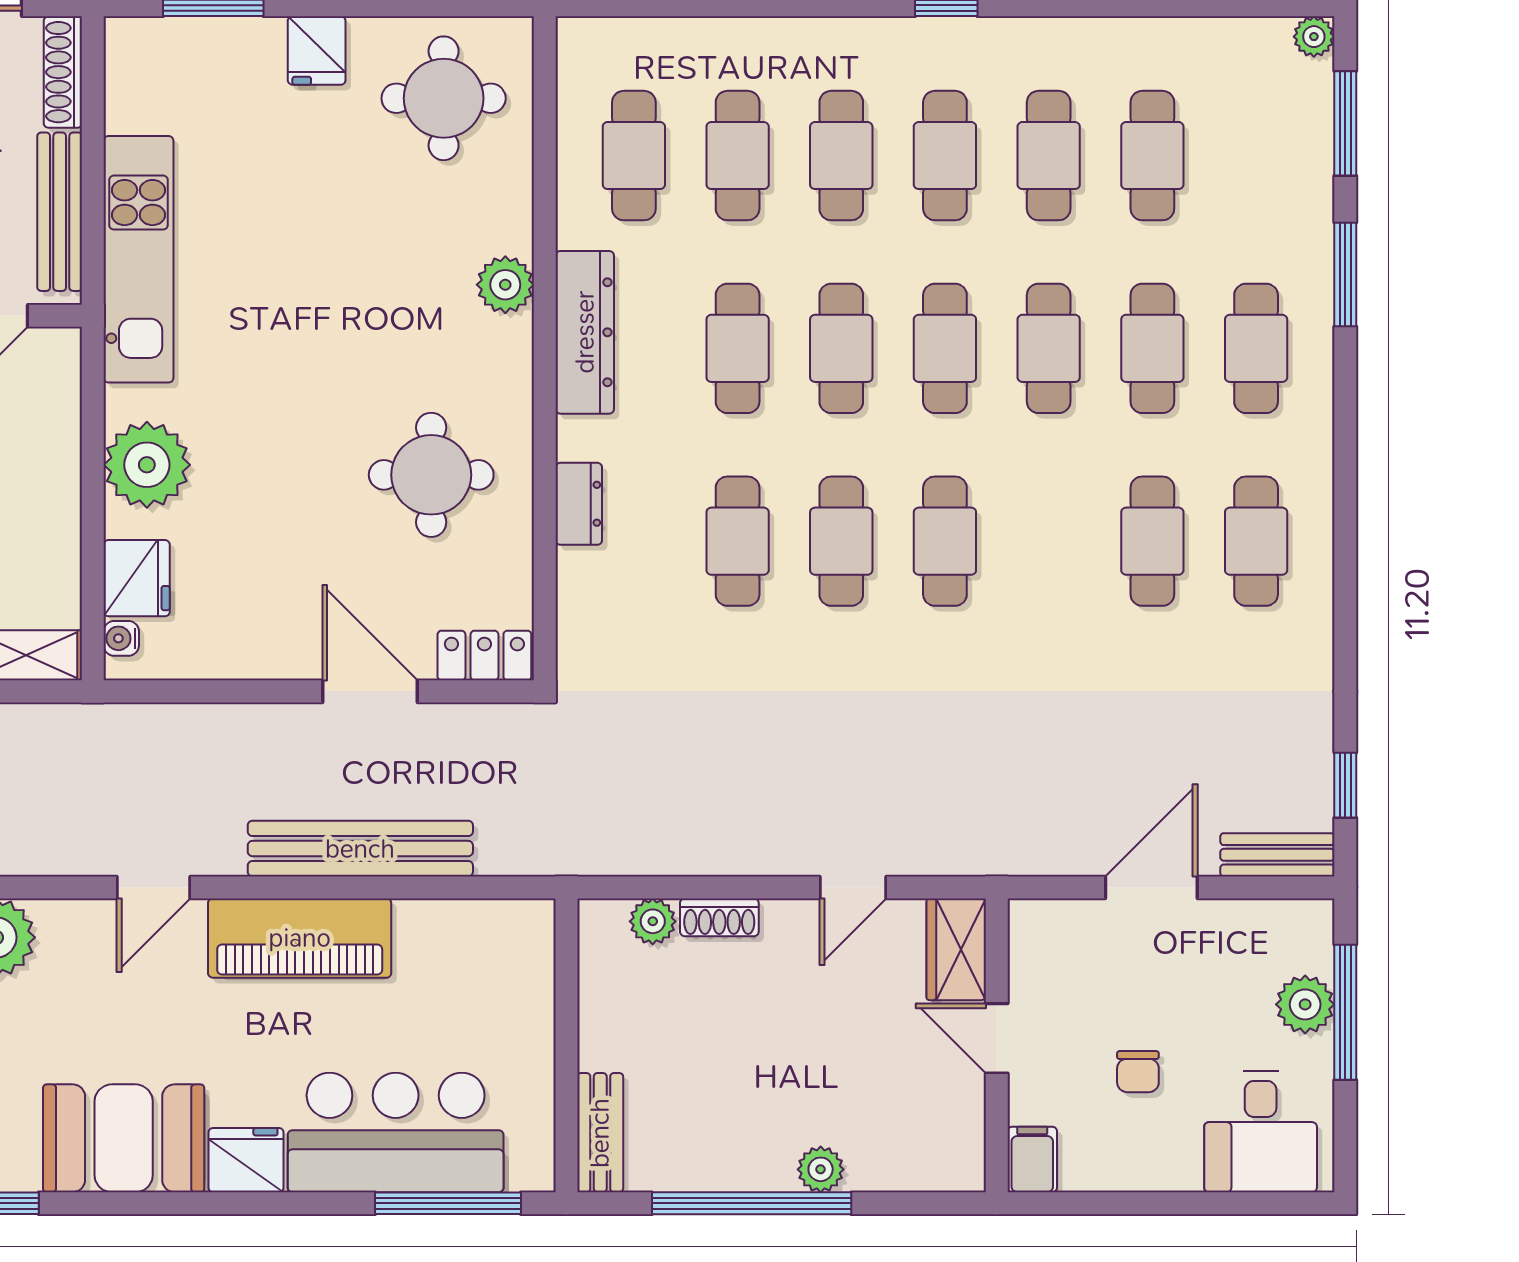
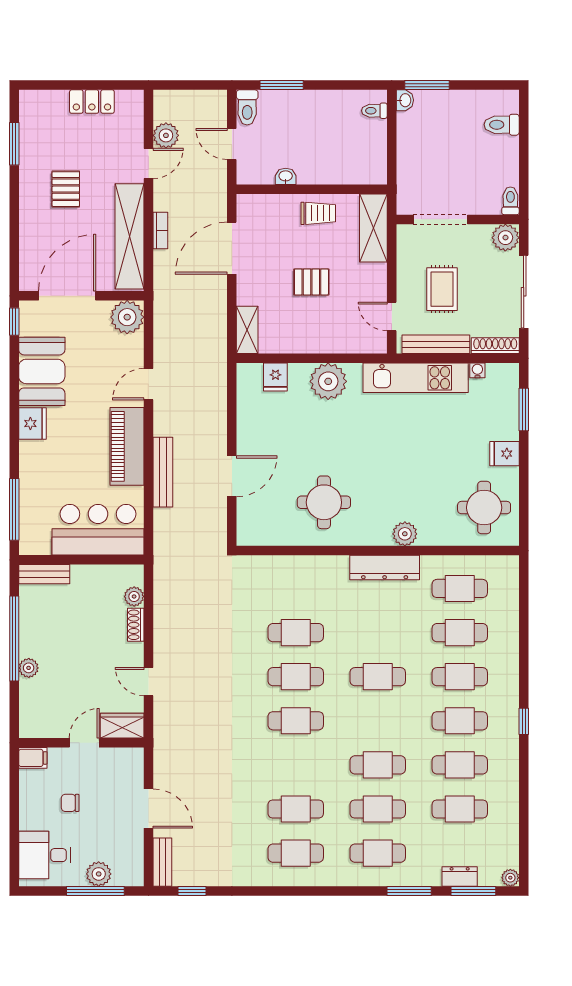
cafe table: (738, 348) -> (378, 633), removed
cafe table: (945, 348) -> (378, 721), removed
dresser: (579, 504) -> (460, 877), moved, turned 180
fridge: (137, 578) -> (275, 377), width x0.72
water cooler: (121, 638) -> (477, 370), moved
locker: (484, 656) -> (247, 525), removed
bench: (360, 849) -> (163, 472), width x0.73, depth x0.82
door: (154, 887) -> (148, 384), hinge flipped
bar counter: (396, 1132) -> (98, 530), moved, turned -90

